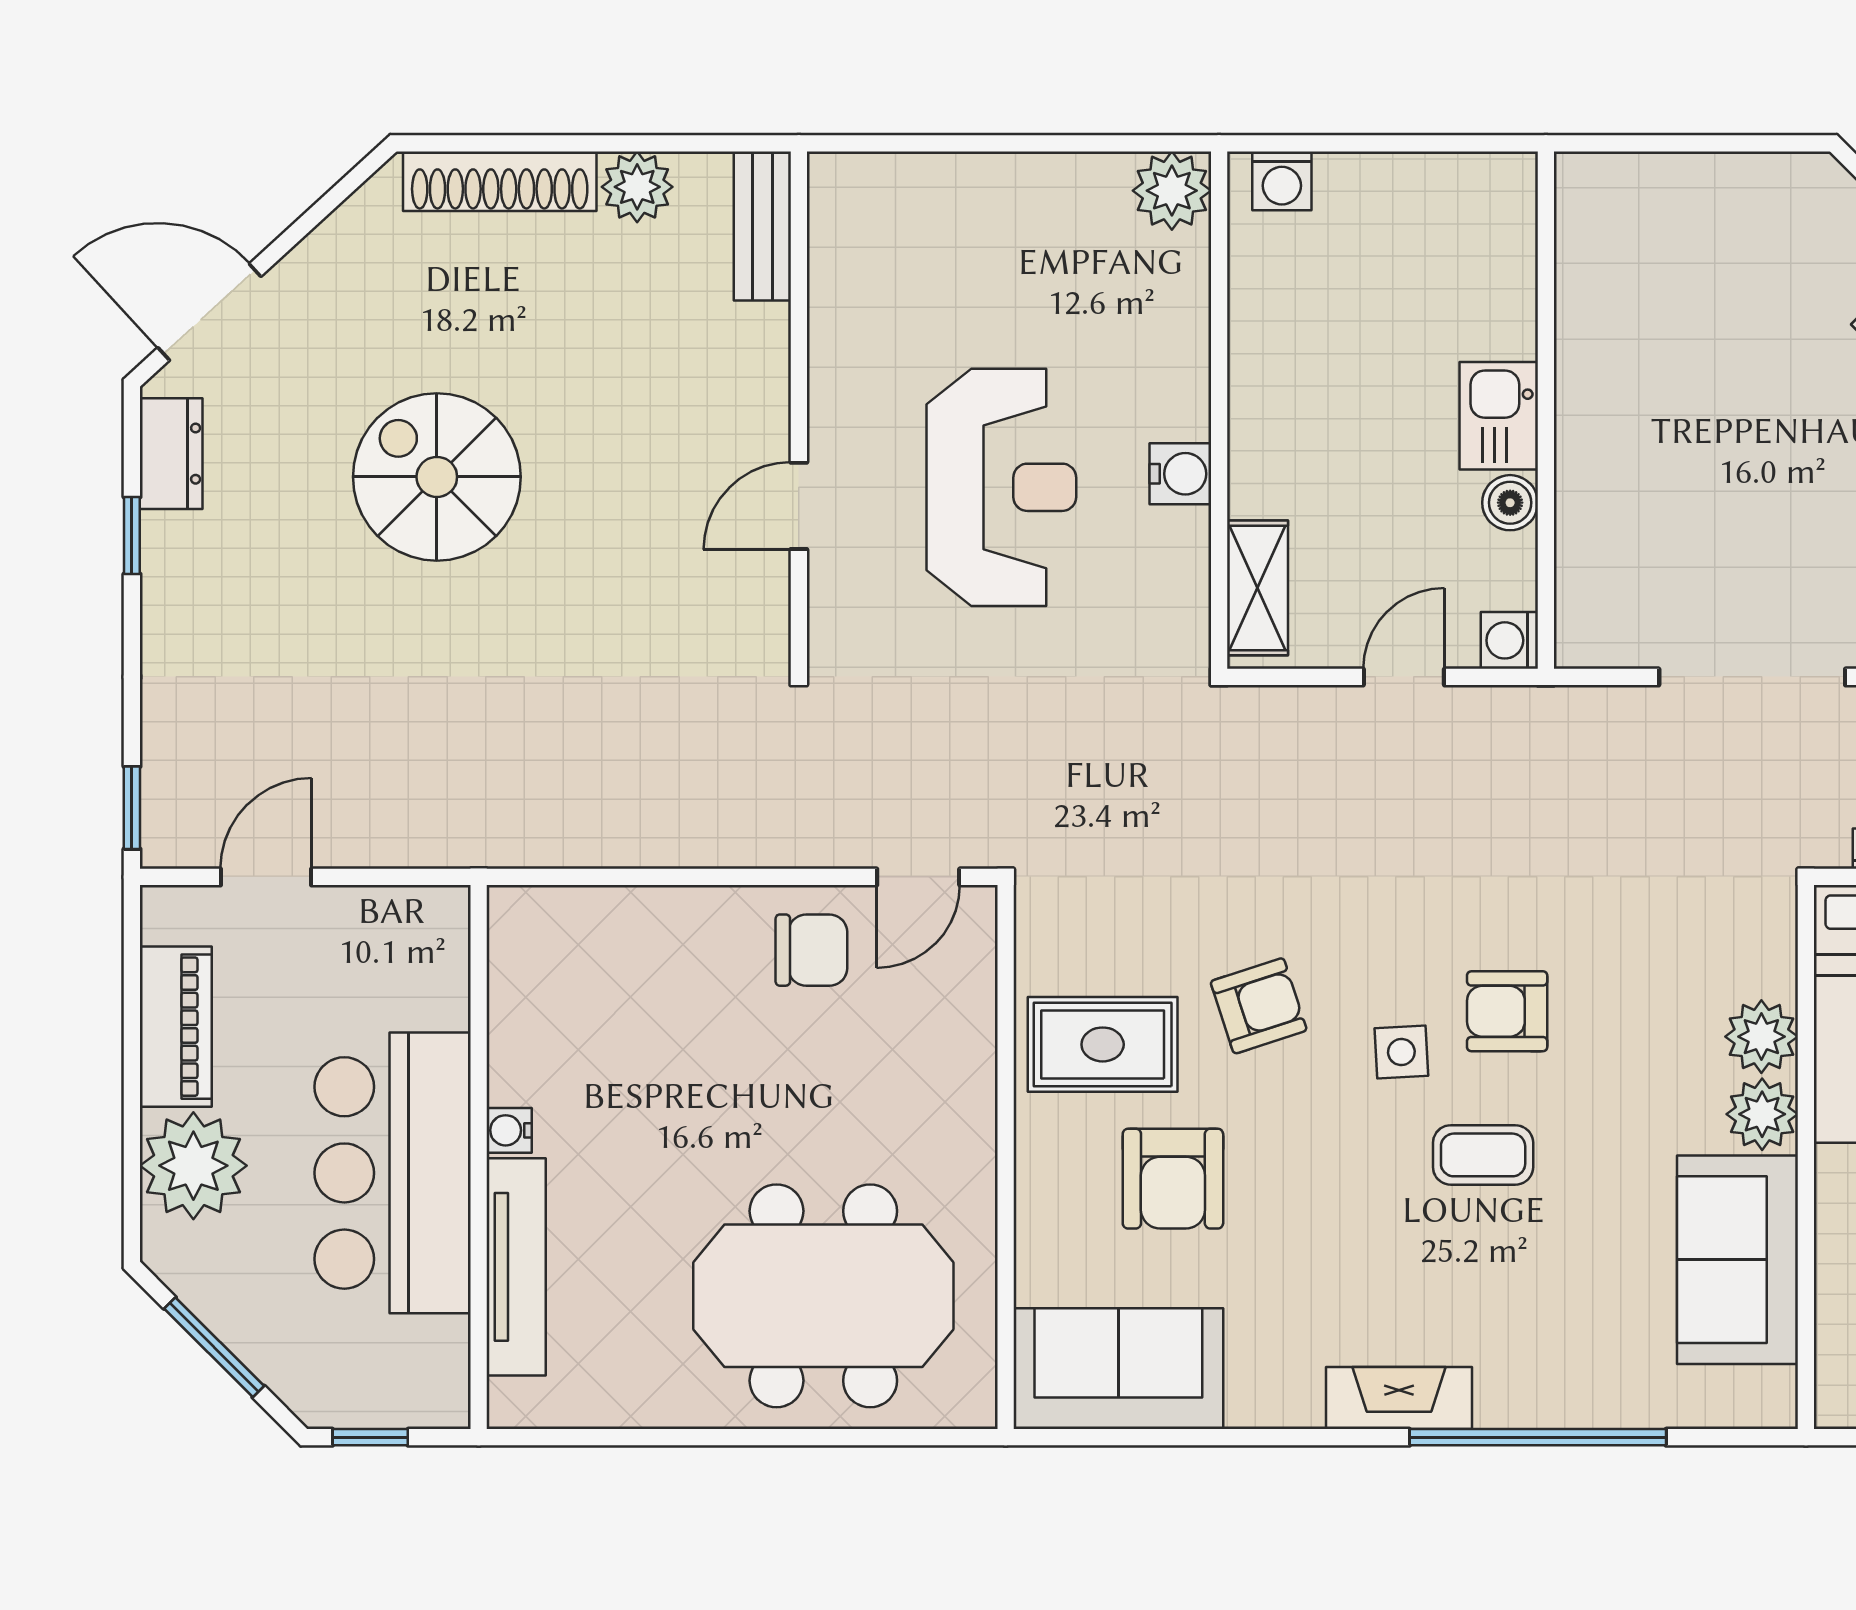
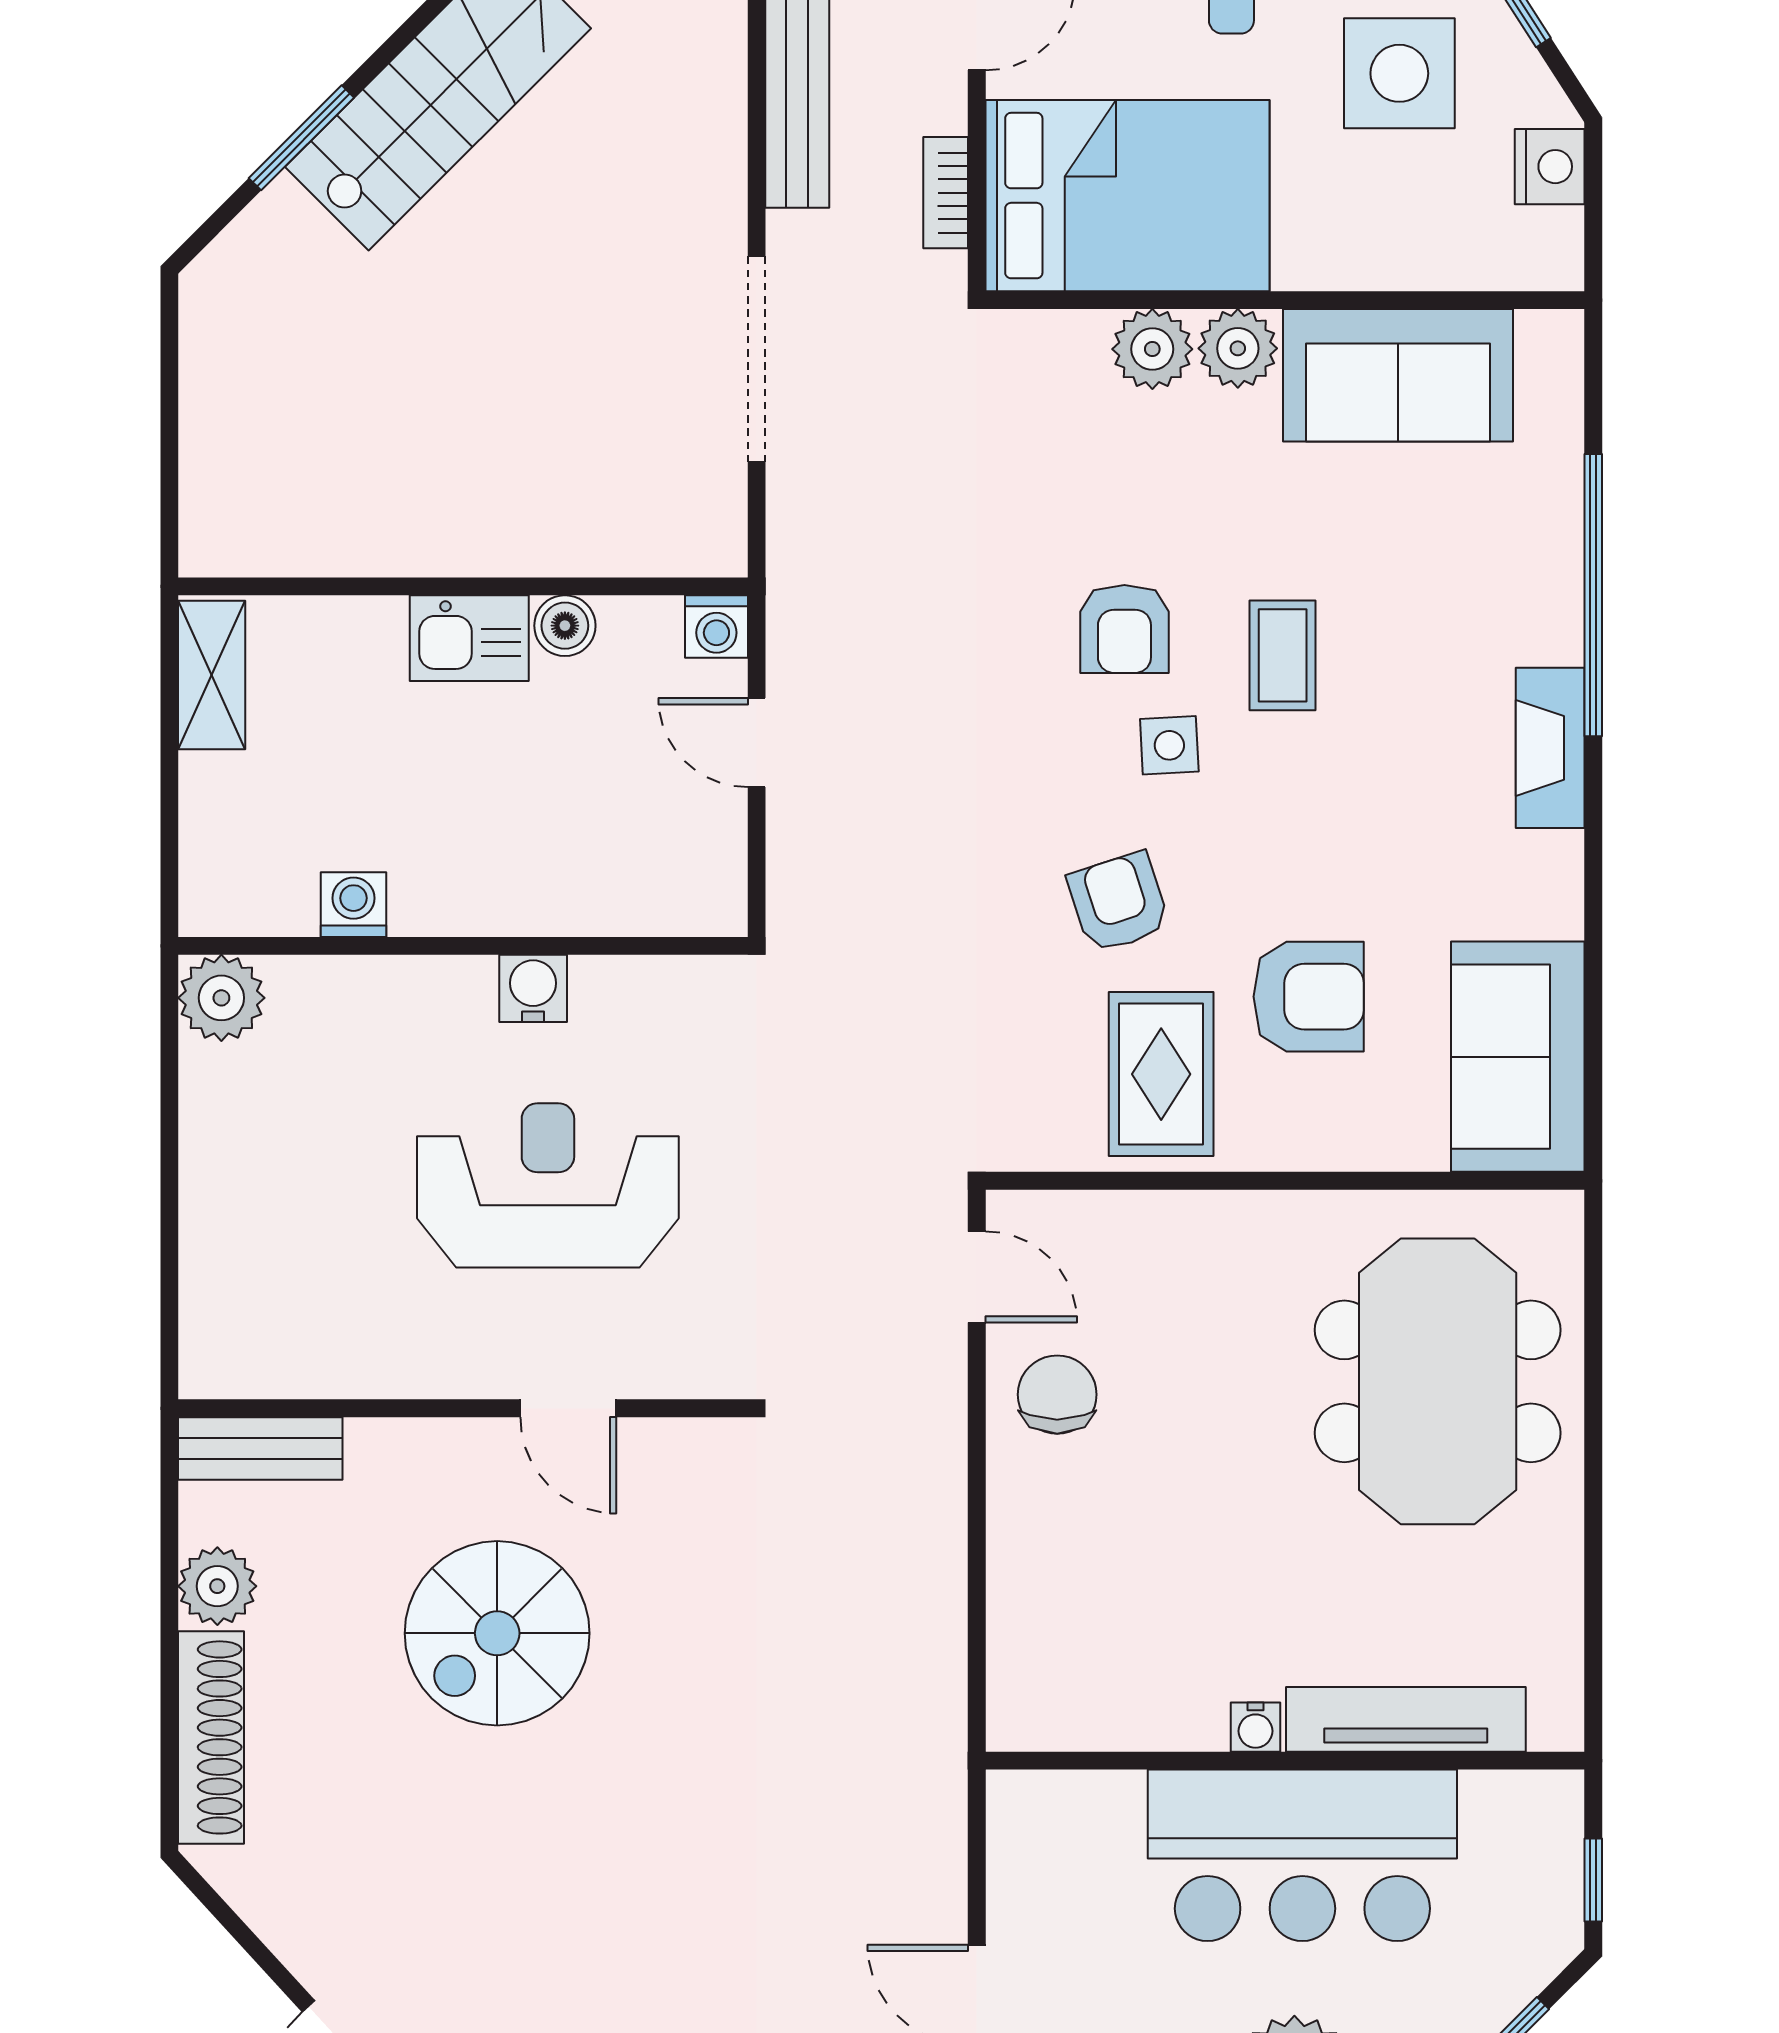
washing machine: (1282, 181) -> (353, 905), moved, turned -90
spiral stairs: (437, 477) -> (497, 1633), moved
shelving: (1257, 588) -> (212, 675), moved, turned 90

